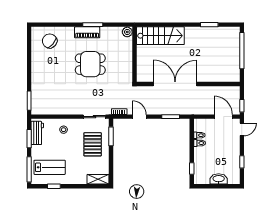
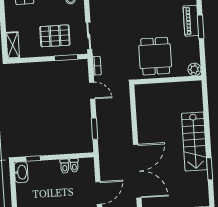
stairs: (160, 36) -> (194, 142), moved
dining table: (90, 64) -> (155, 56), moved
double door: (175, 84) -> (137, 171), moved
door: (139, 117) -> (92, 91), hinge flipped
washbasin: (219, 179) -> (21, 172), moved

